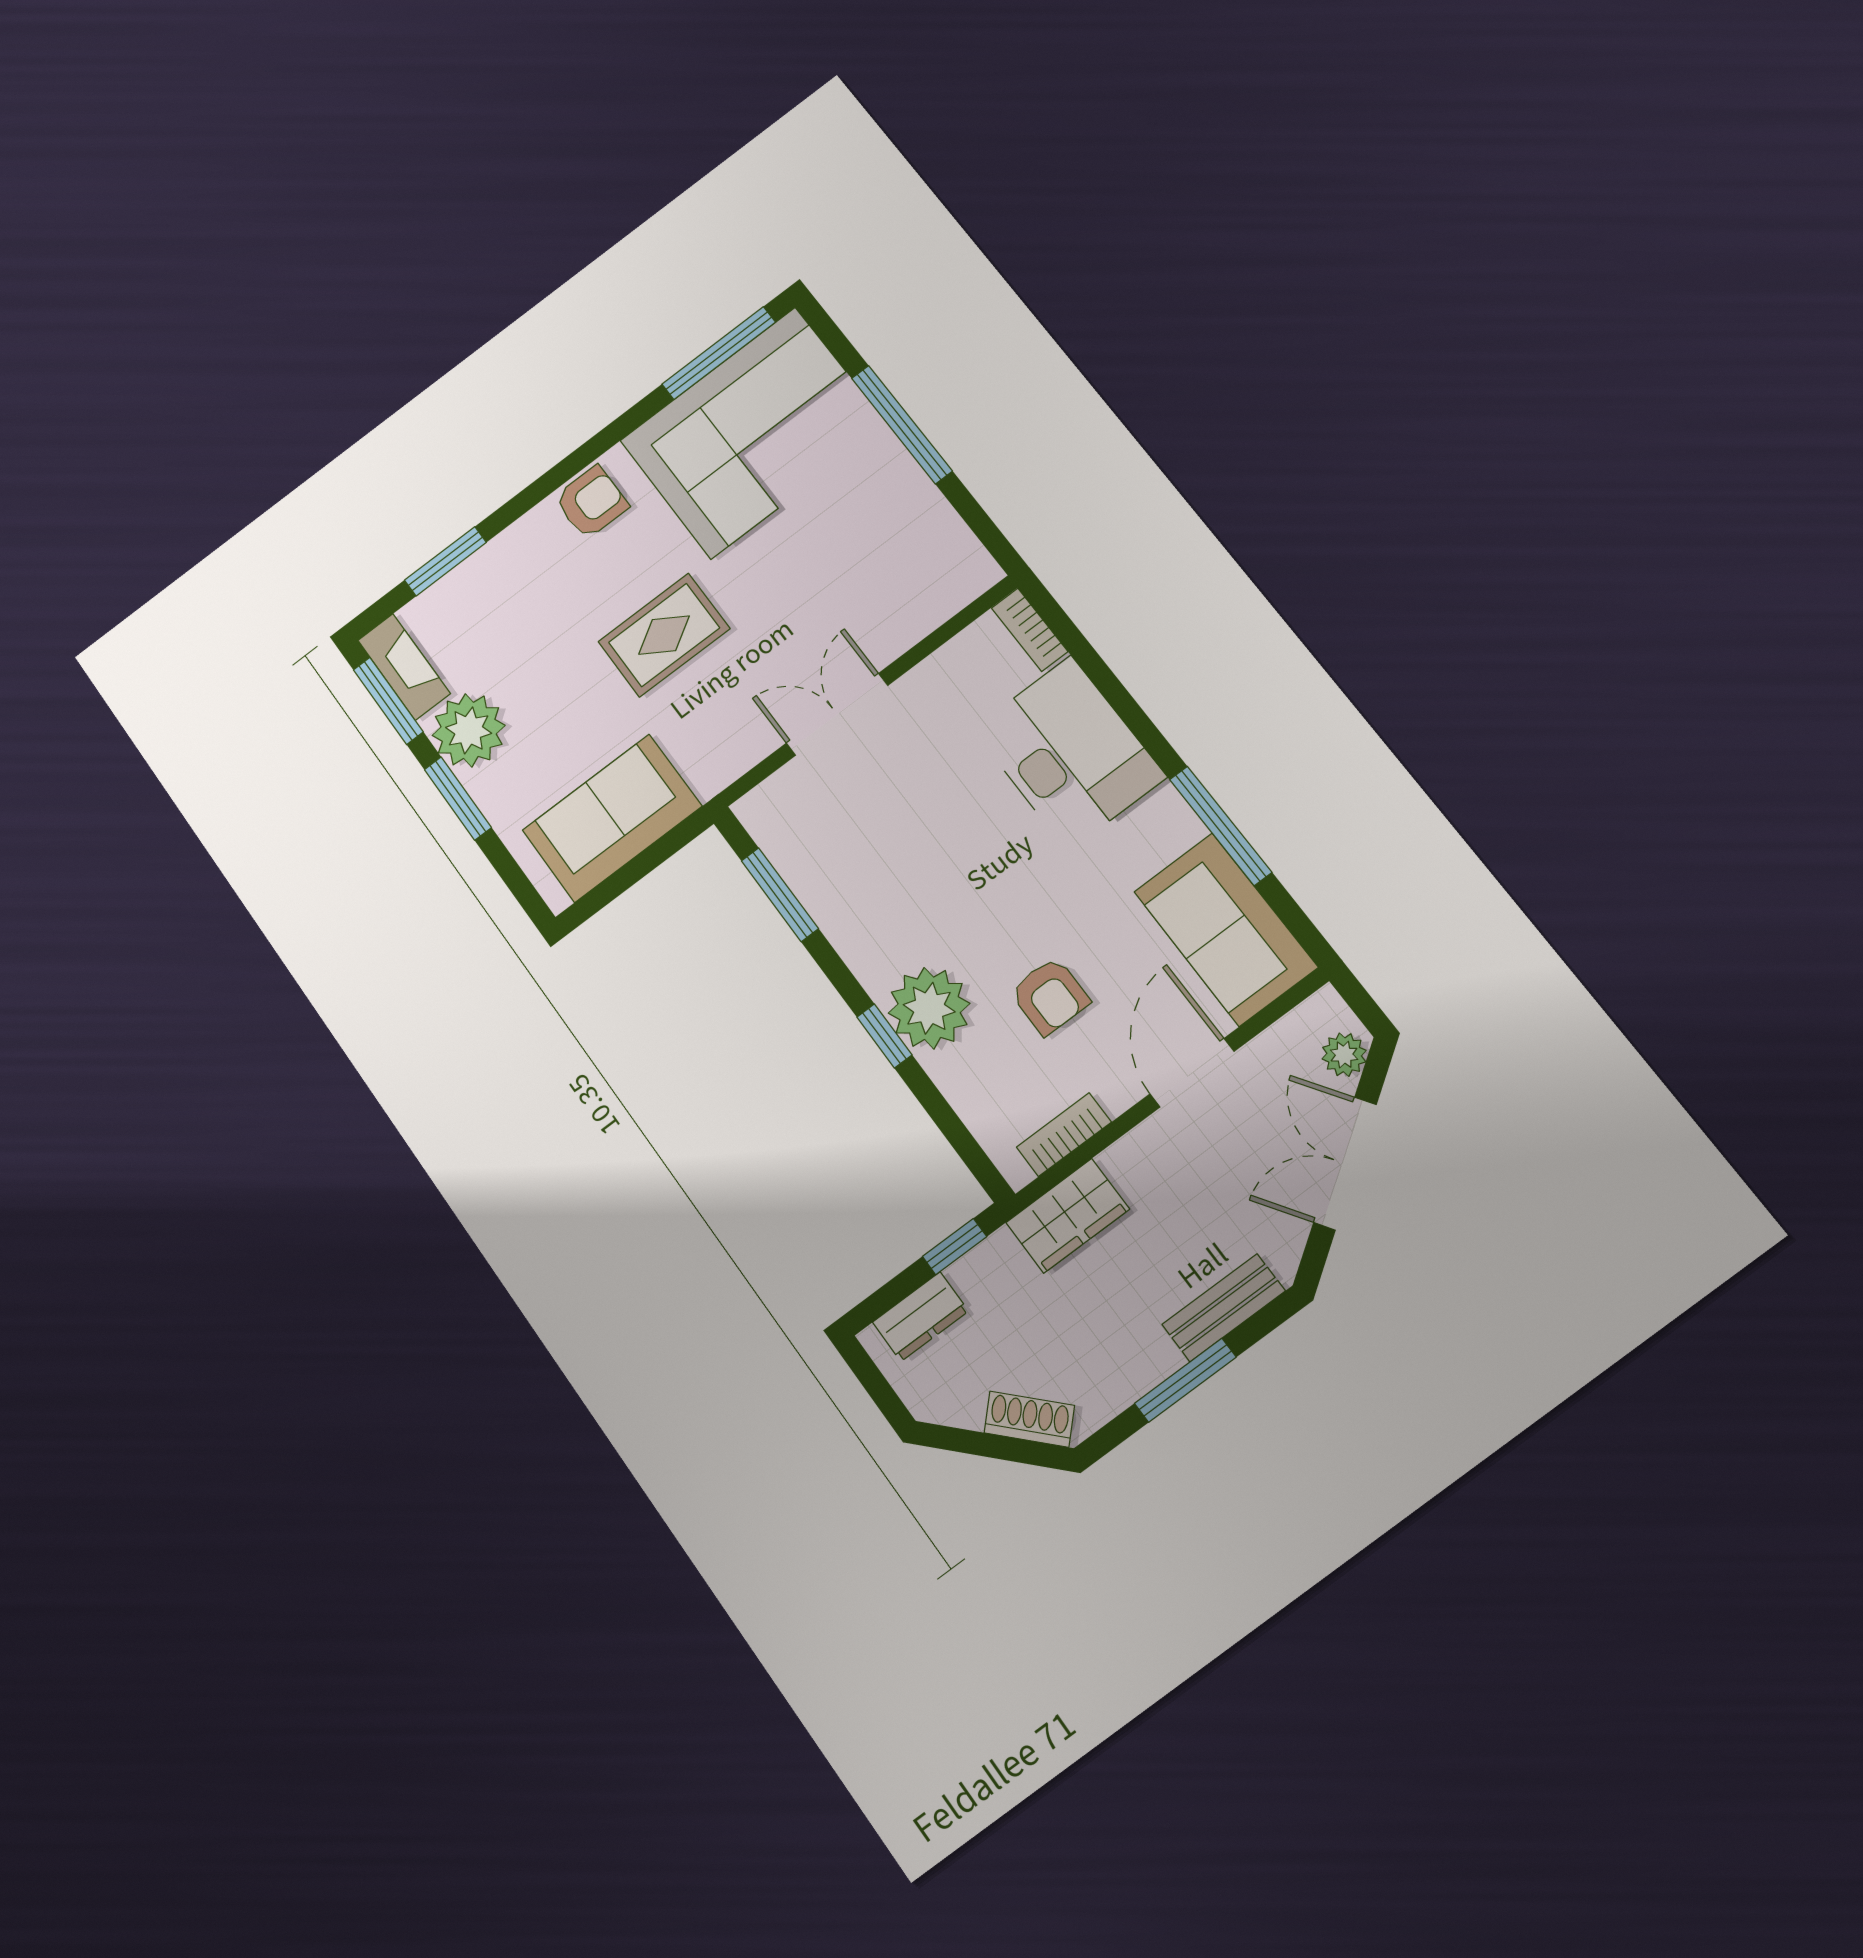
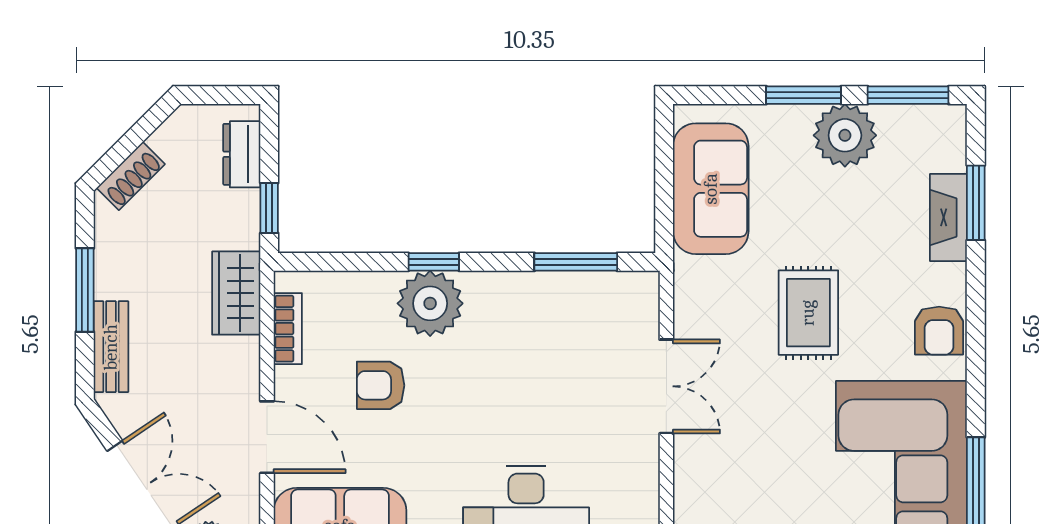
fireplace: (404, 667) -> (948, 217), moved, turned 90

